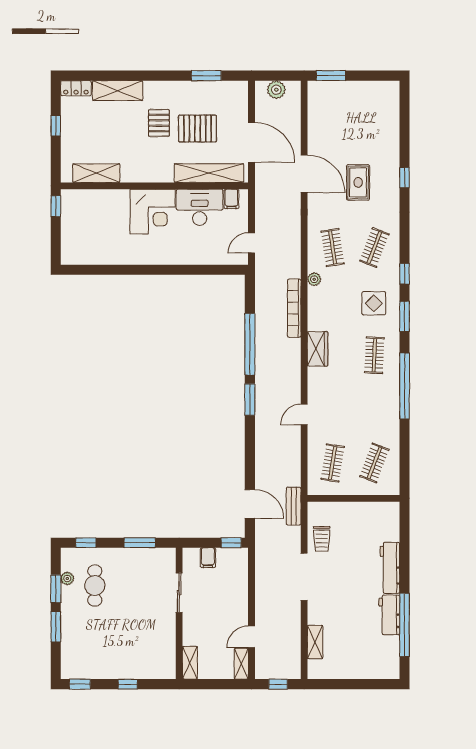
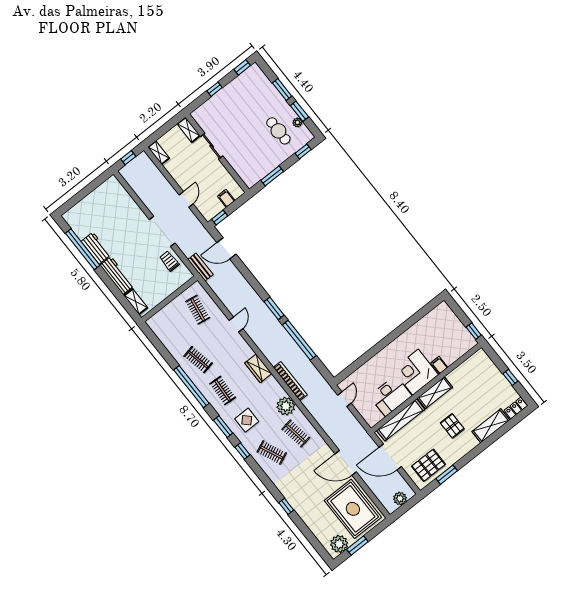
window: (331, 76) -> (357, 546), moved
plant: (380, 93) -> (339, 544), added
pallet: (198, 129) -> (428, 465), moved
shelving: (96, 173) -> (435, 393), moved
rug: (358, 182) -> (353, 509), moved, width x1.86, depth x2.06
filing cabinet: (231, 199) -> (439, 365), moved
clothes rail: (374, 248) -> (272, 452), turned -45
plant: (314, 279) -> (286, 406), width x1.88, depth x1.88
clothes rail: (374, 463) -> (198, 360), moved, turned -33
sliding door: (179, 593) -> (212, 146), moved
door: (252, 637) -> (186, 199), moved
shelving: (315, 642) -> (136, 302), moved

